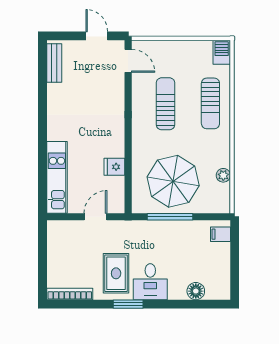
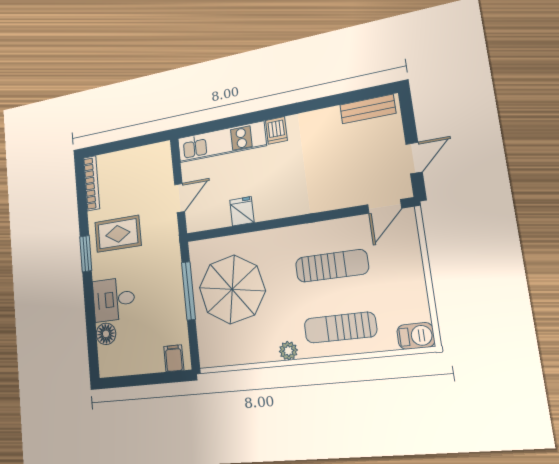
dishwasher: (57, 133) -> (276, 130), added
plant: (223, 175) -> (288, 351), moved
door: (96, 217) -> (180, 198), hinge flipped
desk: (150, 282) -> (114, 299), moved

